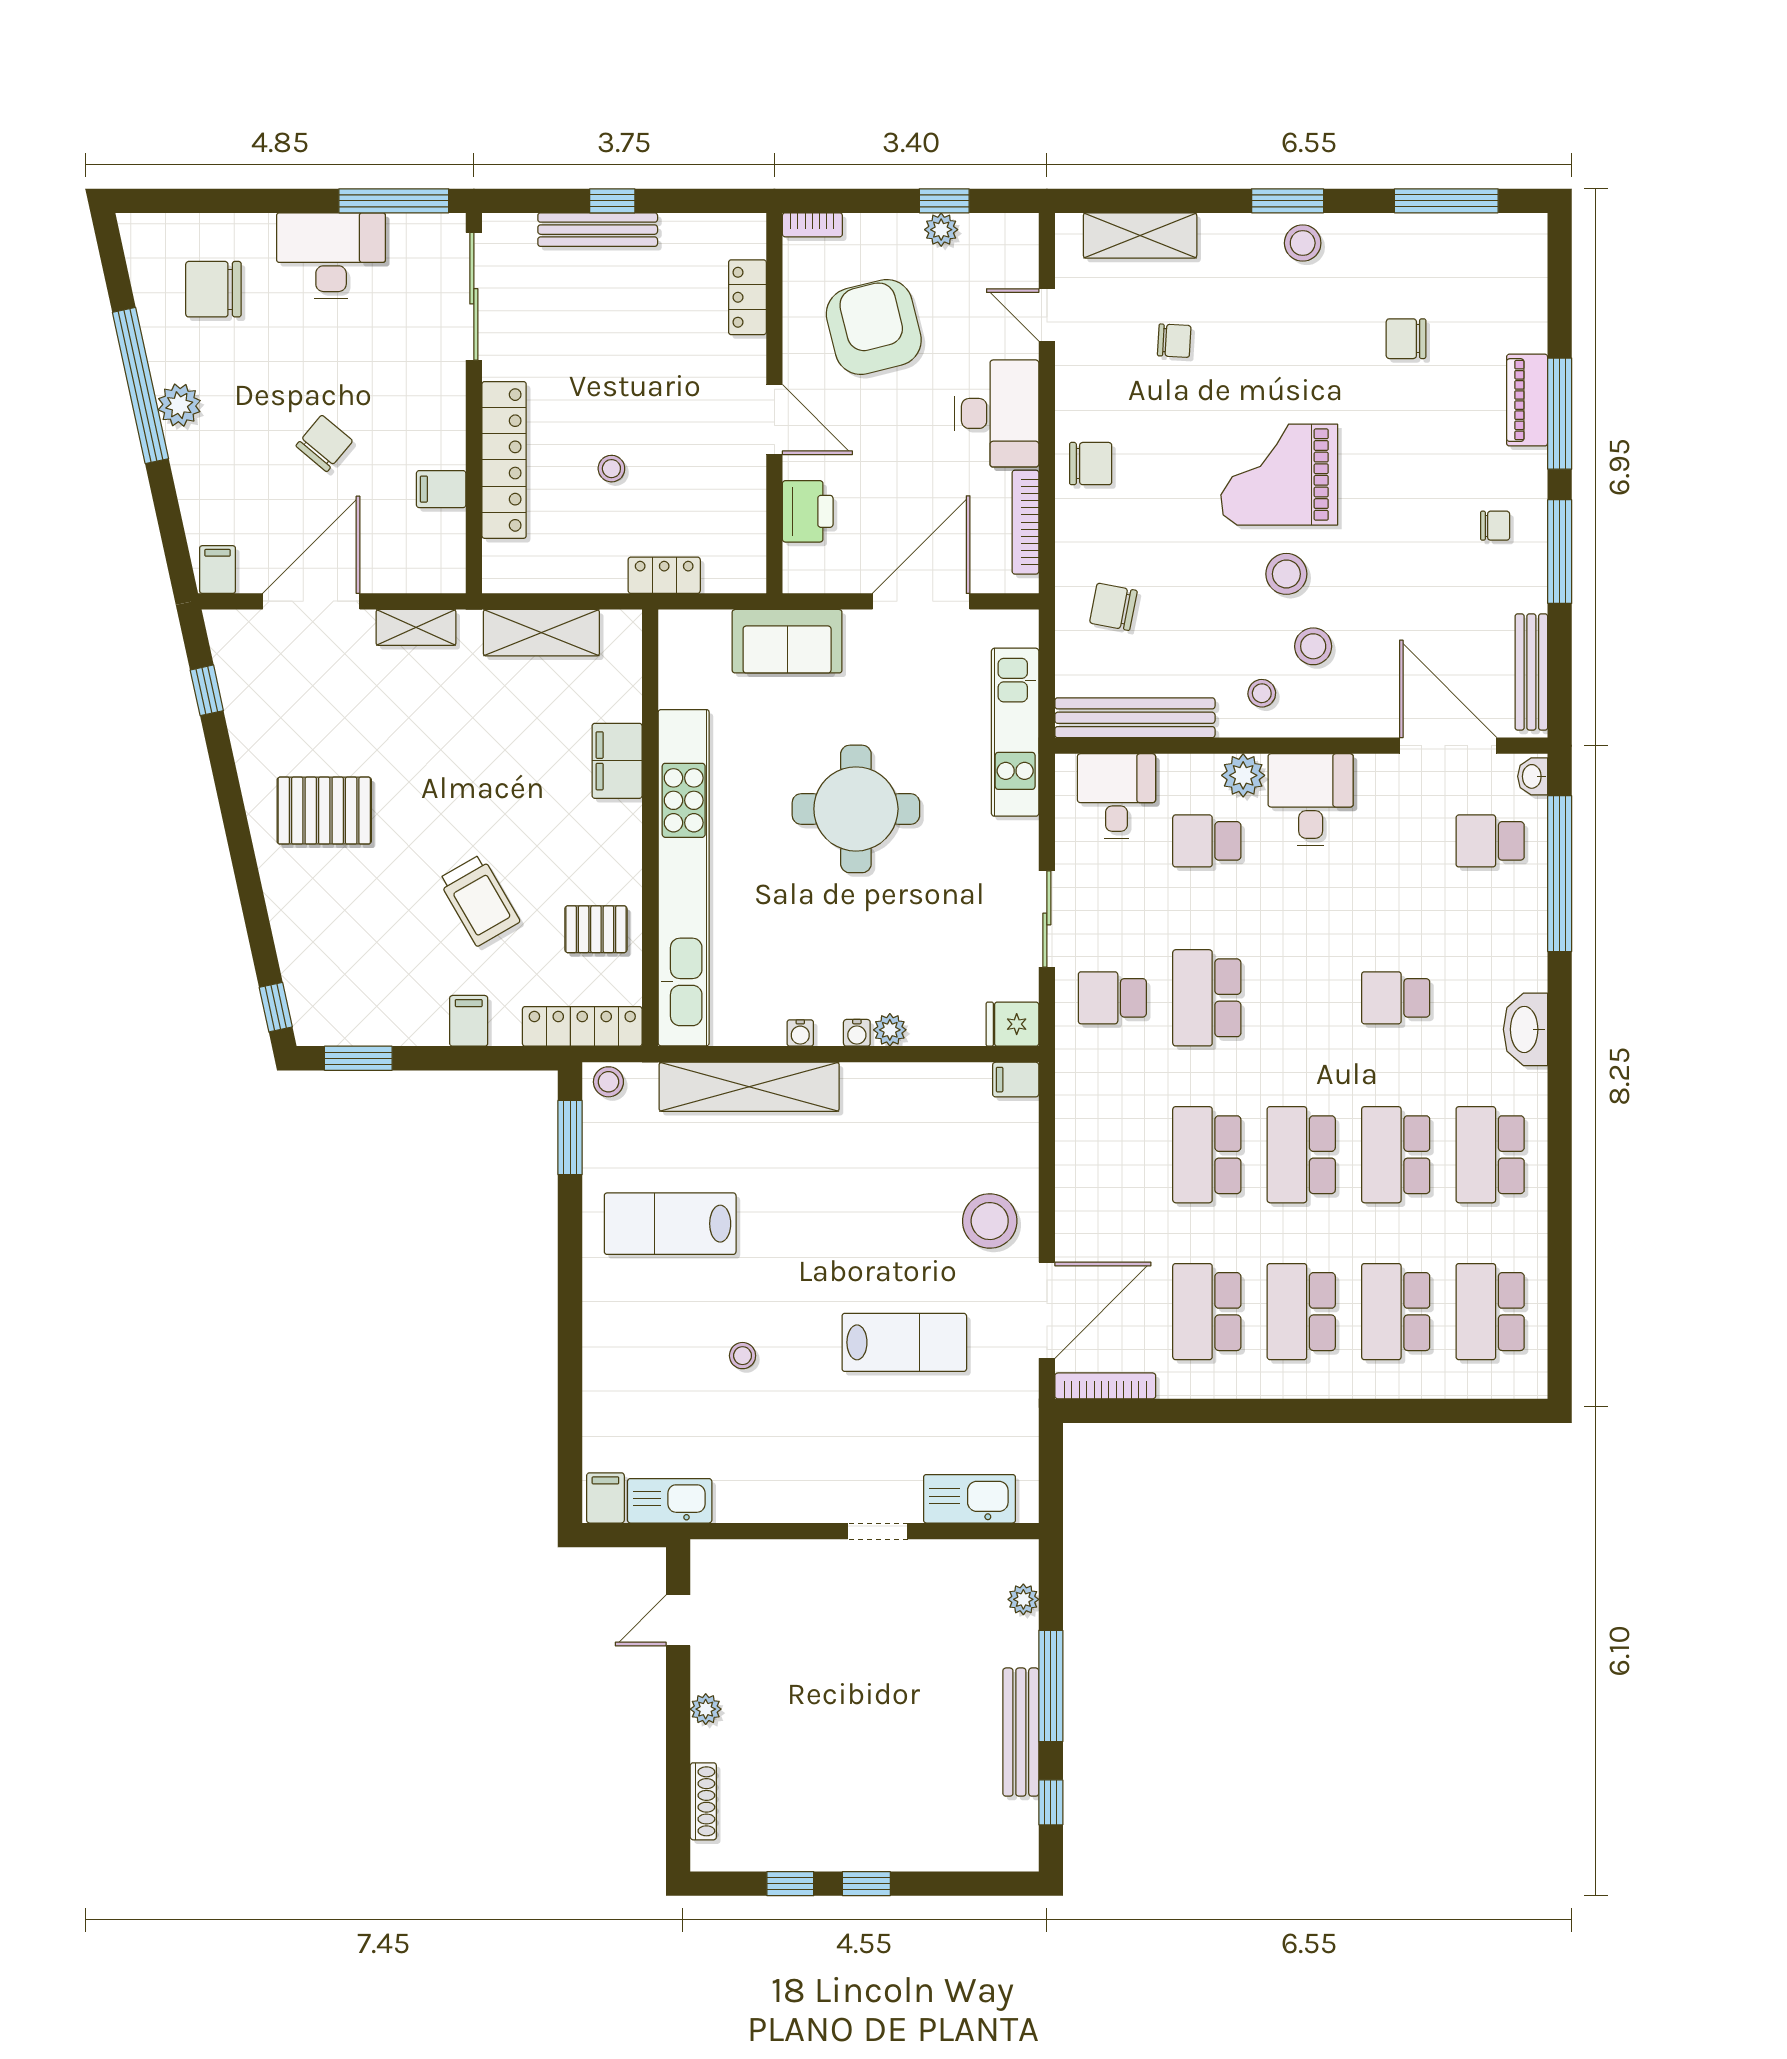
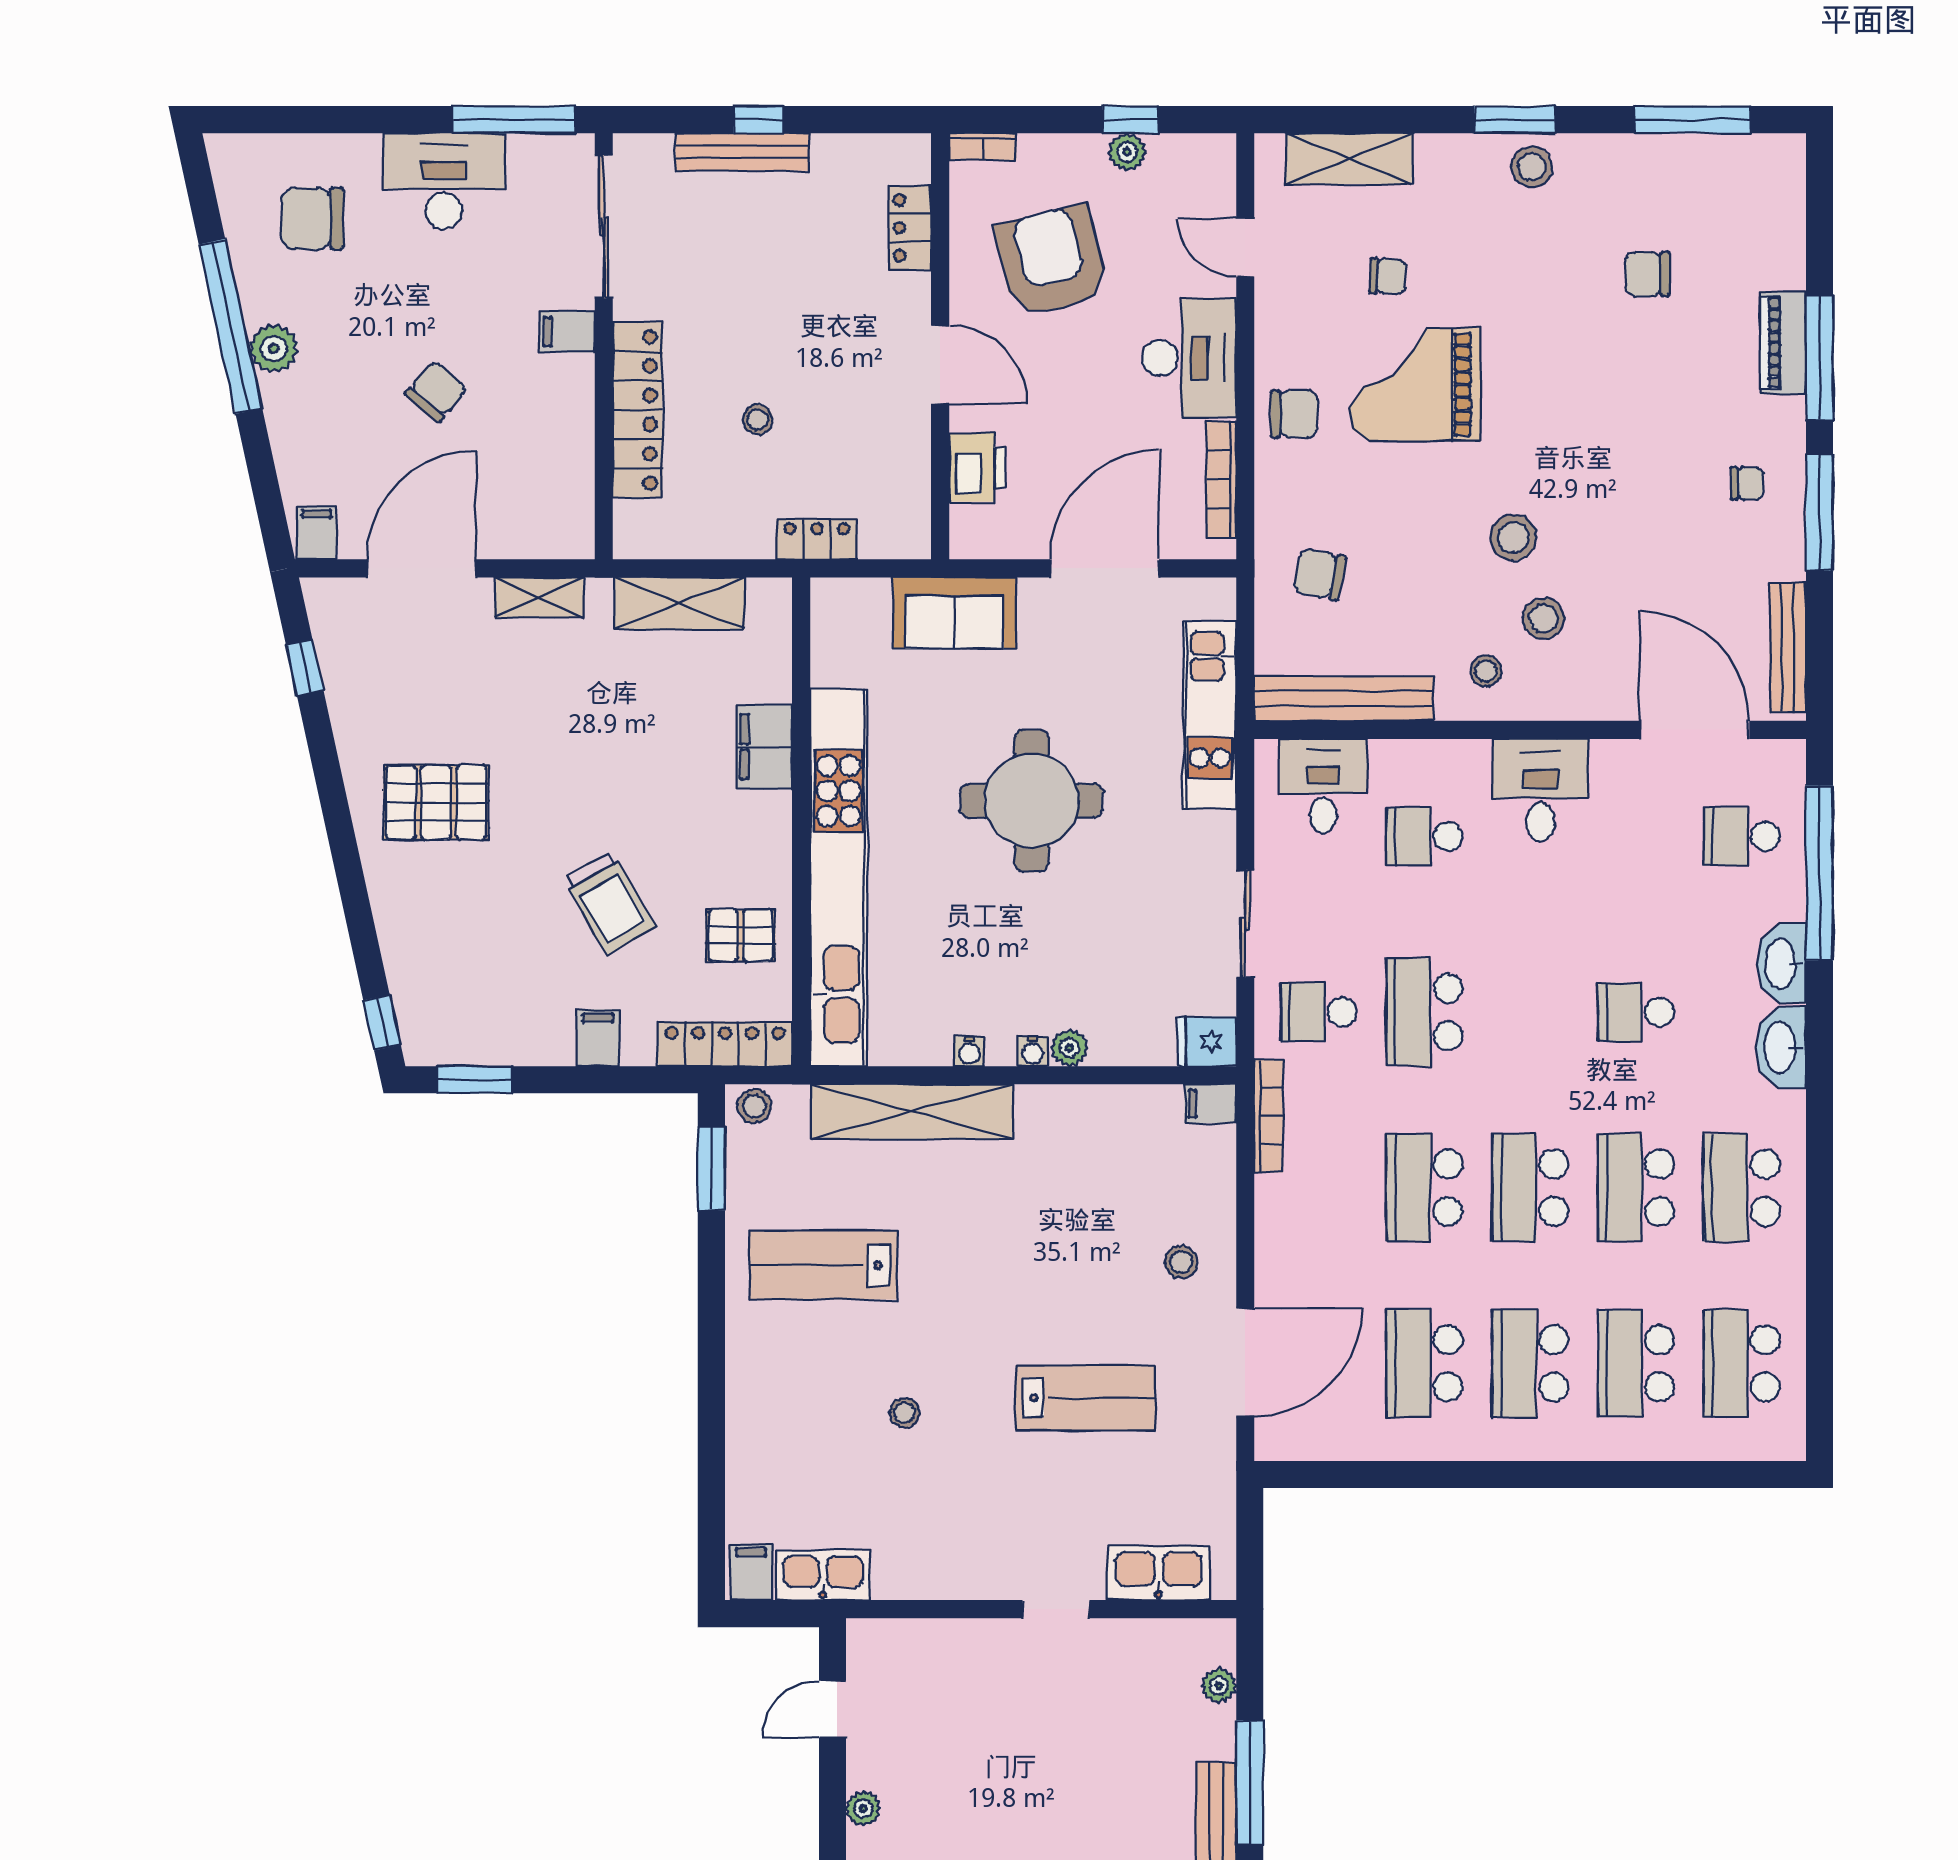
grand piano: (1279, 475) -> (1416, 384), moved
filing cabinet: (441, 489) -> (567, 332), moved
plant: (1243, 775) -> (1465, 763), removed
washbasin: (1533, 776) -> (1782, 964), moved, width x1.91, depth x1.45
stool: (990, 1221) -> (1181, 1262), width x0.53, depth x0.53
bookcase: (1105, 1386) -> (1269, 1116), moved, turned 90

